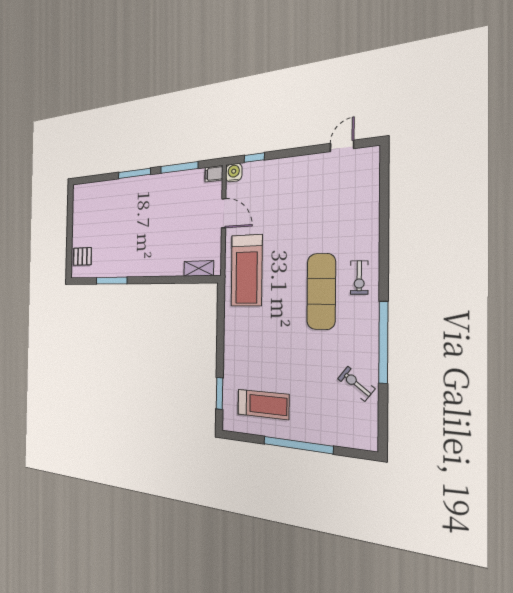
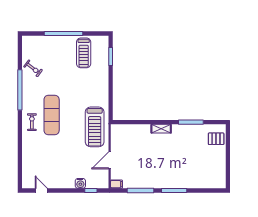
door: (342, 146) -> (41, 191), swing flipped
water cooler: (234, 173) -> (80, 183), moved
door: (224, 213) -> (110, 160), hinge flipped
shelving: (199, 268) -> (161, 129), moved
treadmill: (247, 270) -> (95, 127), turned 180
treadmill: (263, 404) -> (84, 53), turned -90

